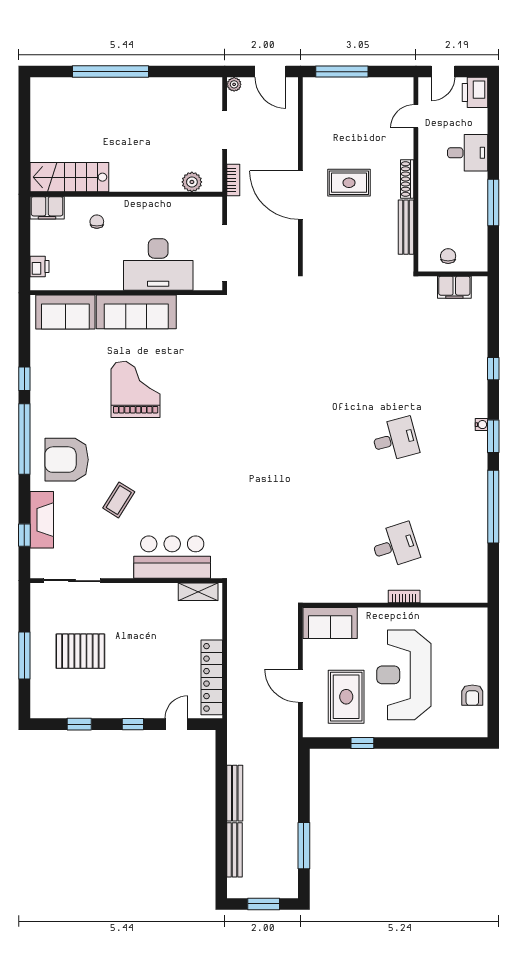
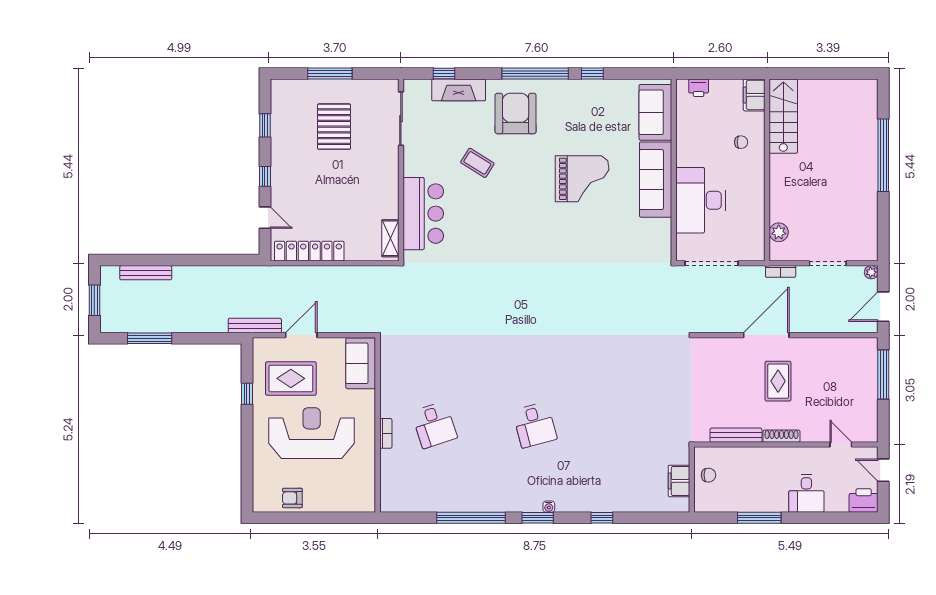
bench: (235, 793) -> (255, 326), moved

